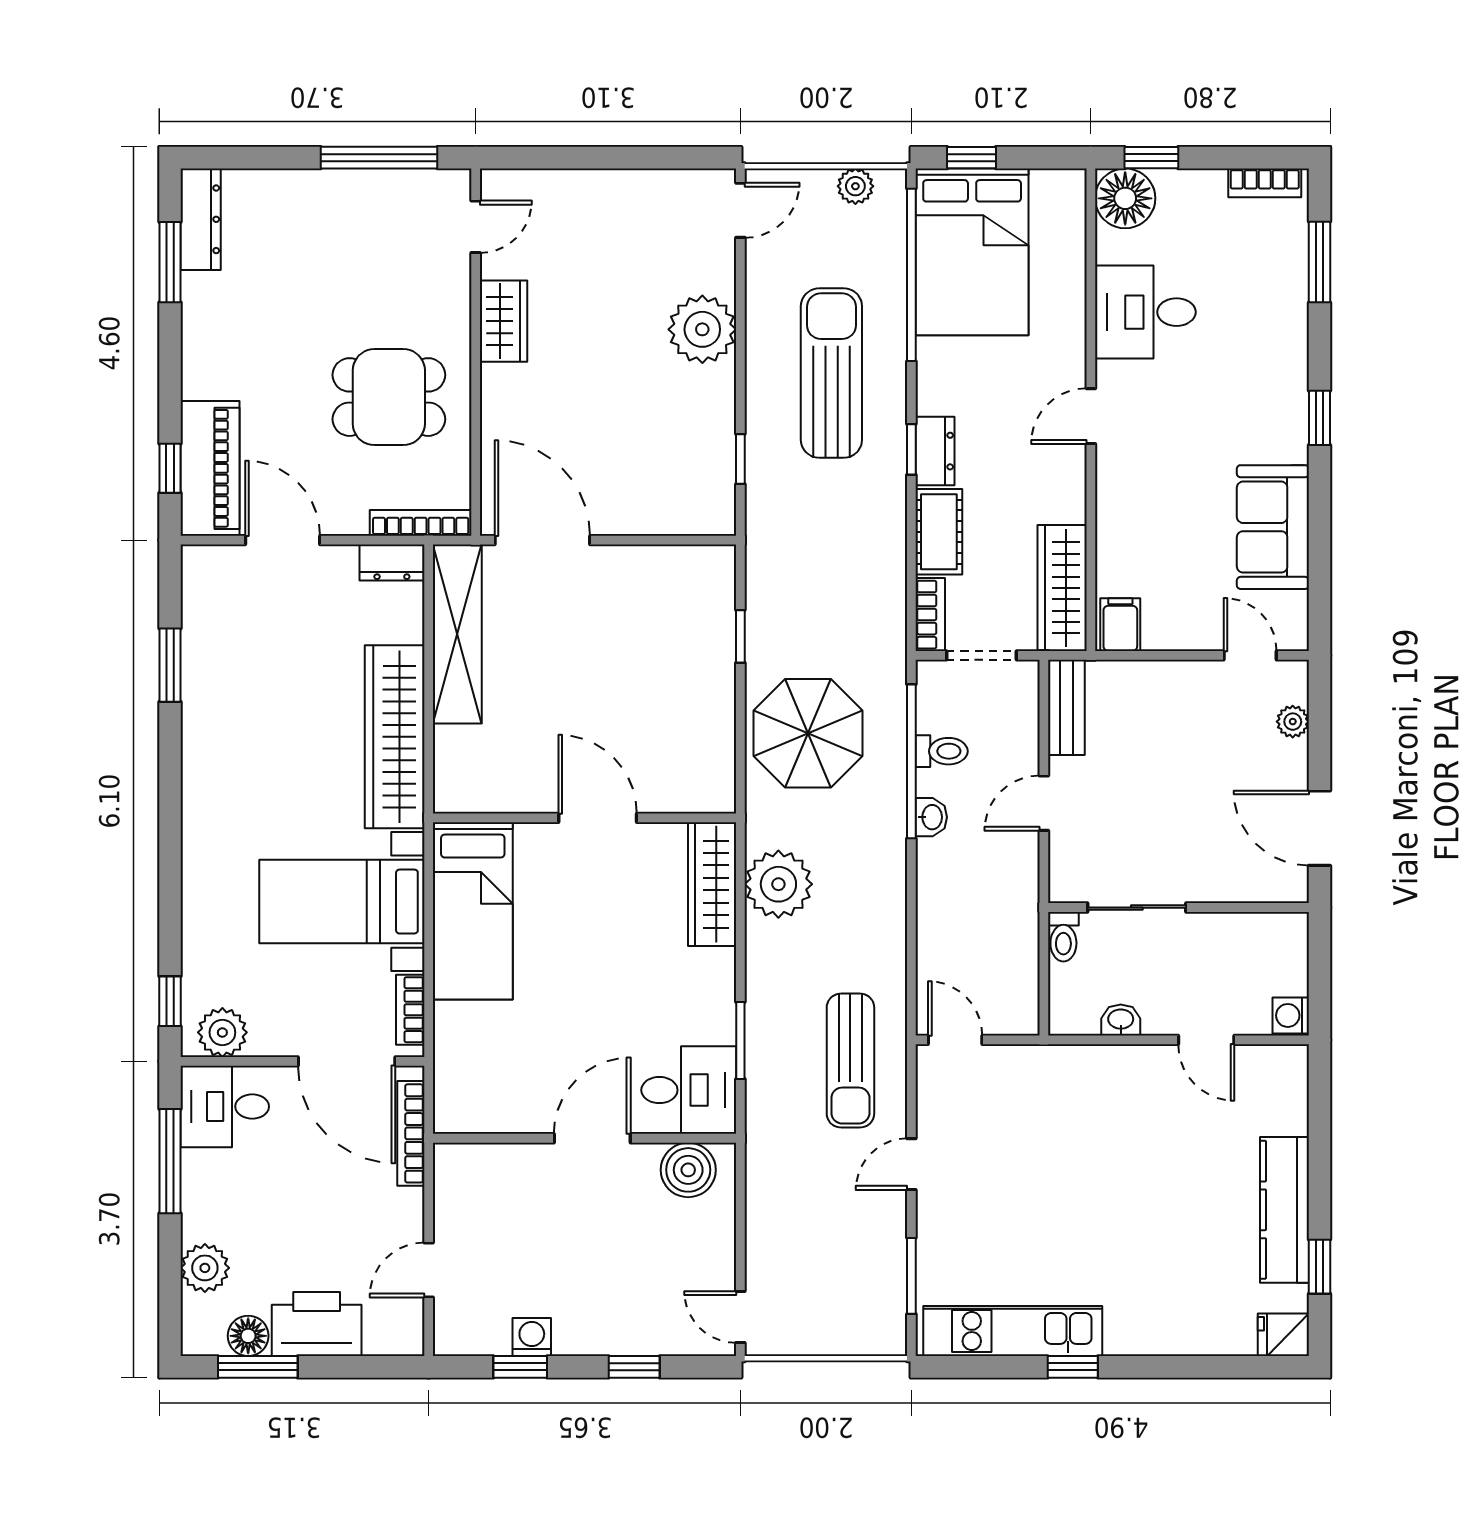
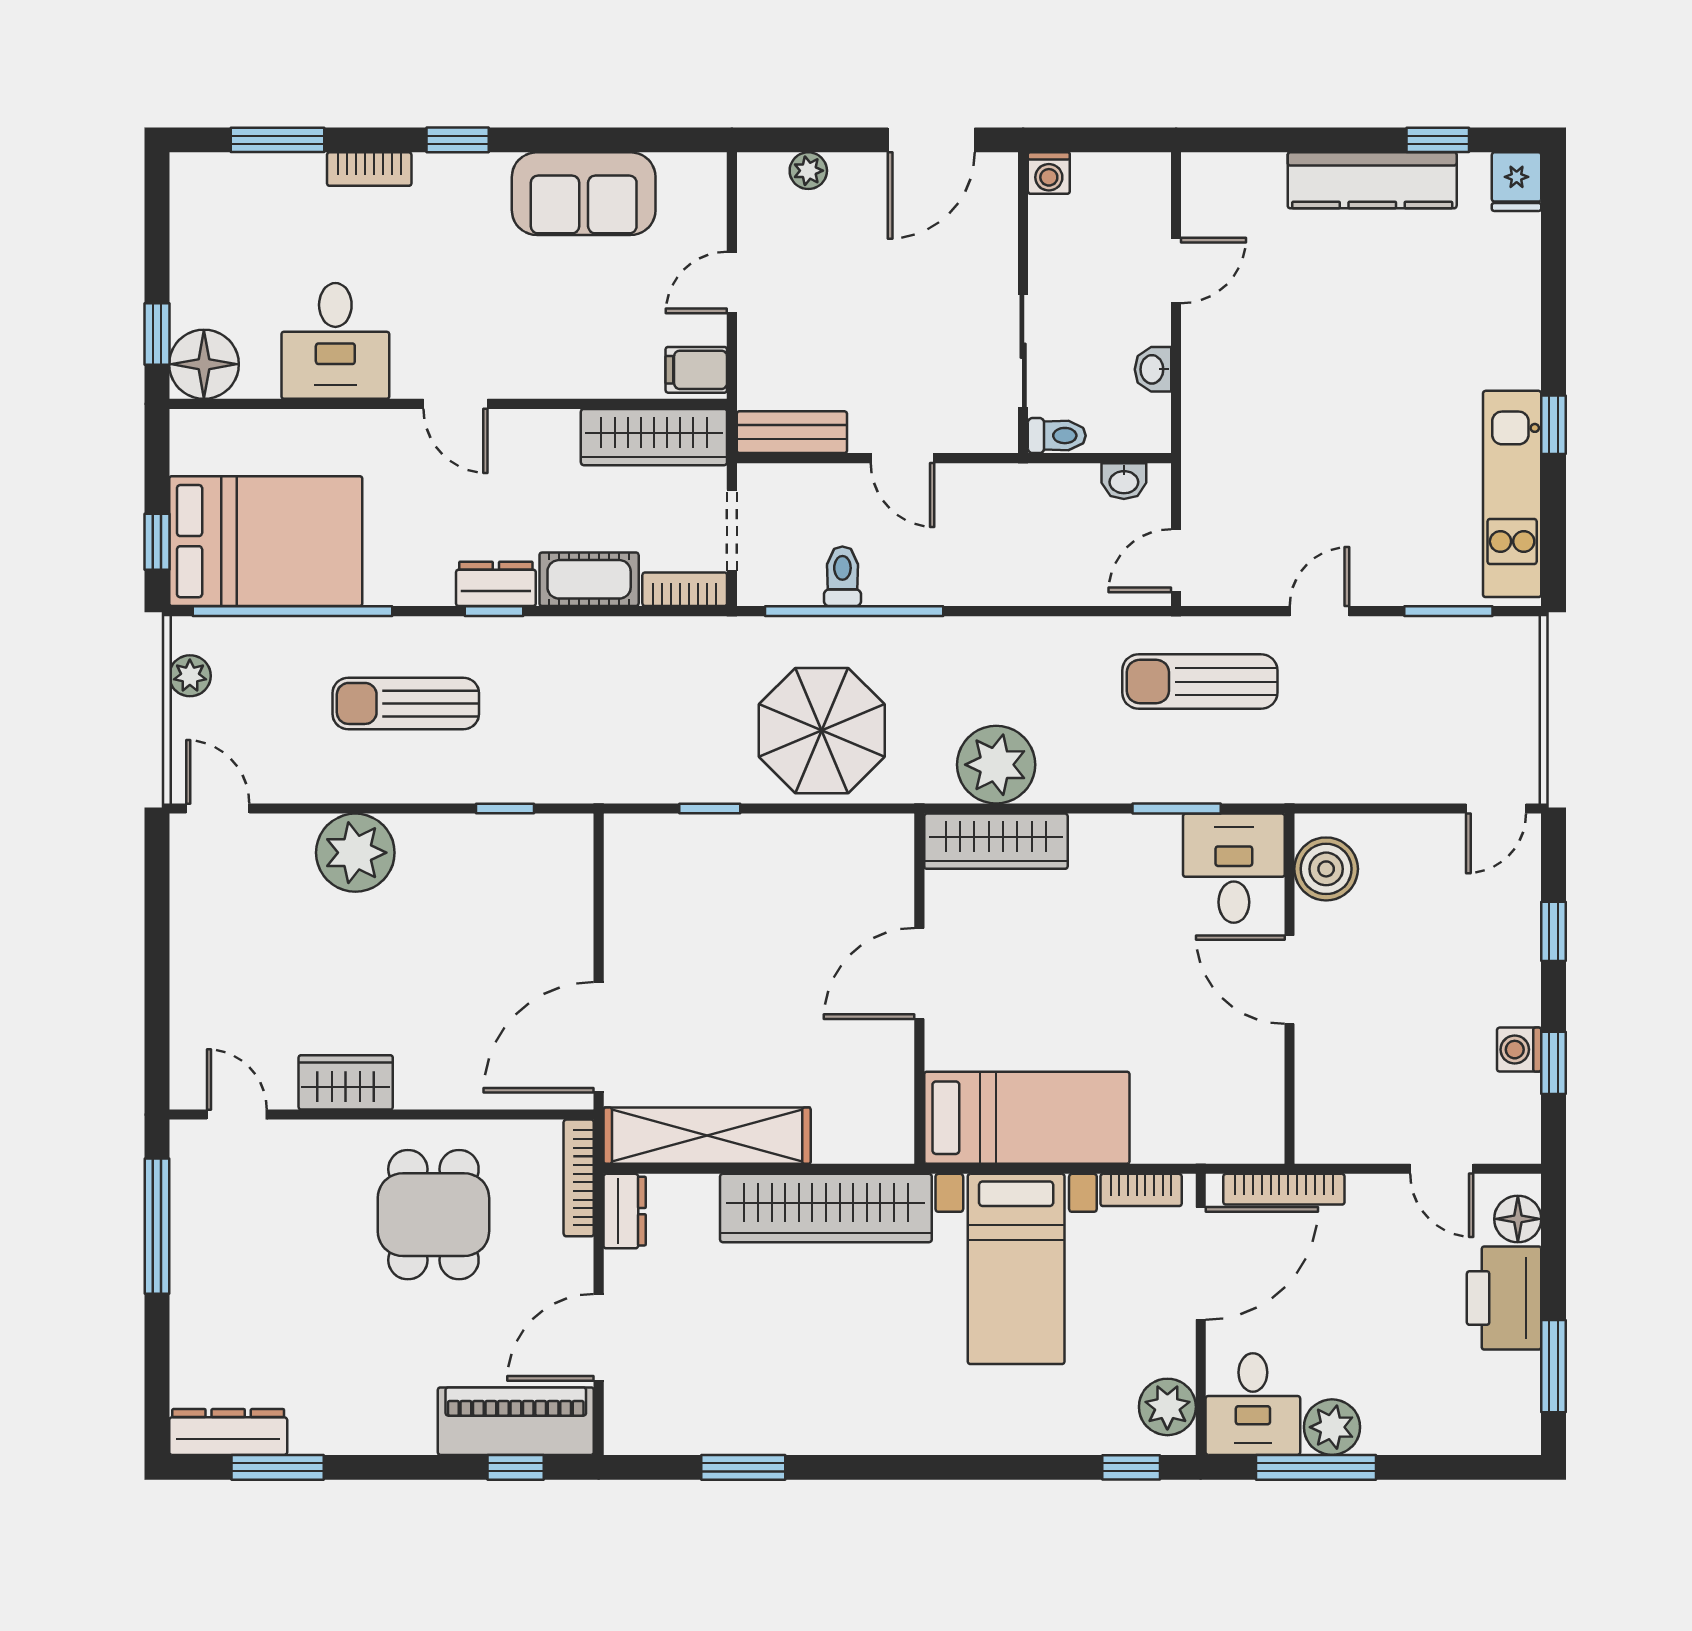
bookcase: (1265, 183) -> (369, 169), moved, turned 90
sun lounger: (831, 373) -> (406, 703), width x0.73, depth x0.75
door: (1250, 655) -> (732, 283), moved
washbasin: (931, 817) -> (1124, 481), moved, turned 180
washing machine: (1291, 1015) -> (1049, 173), moved
sun lounger: (850, 1061) -> (1200, 682), turned 180
door: (911, 1164) -> (1319, 611), swing flipped
plant: (205, 1268) -> (1332, 1427), moved
floor lamp: (248, 1336) -> (1518, 1219), moved

